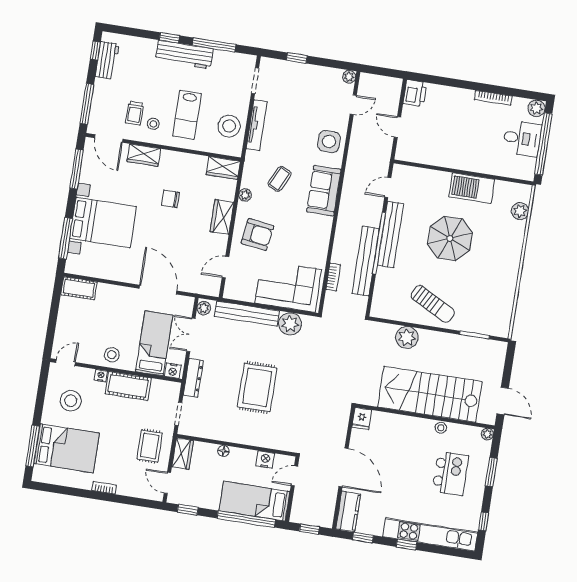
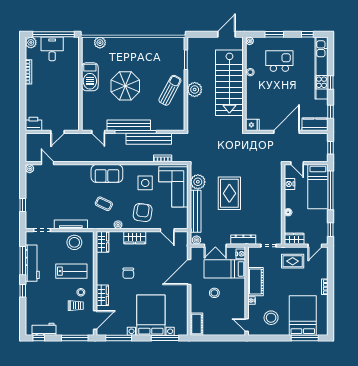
workbench: (184, 55) -> (32, 263), moved
side table: (329, 142) -> (145, 183), moved
plant: (407, 337) -> (195, 90), moved
stool: (112, 355) -> (214, 293), moved
rug: (257, 387) -> (229, 193), moved, turned 90

